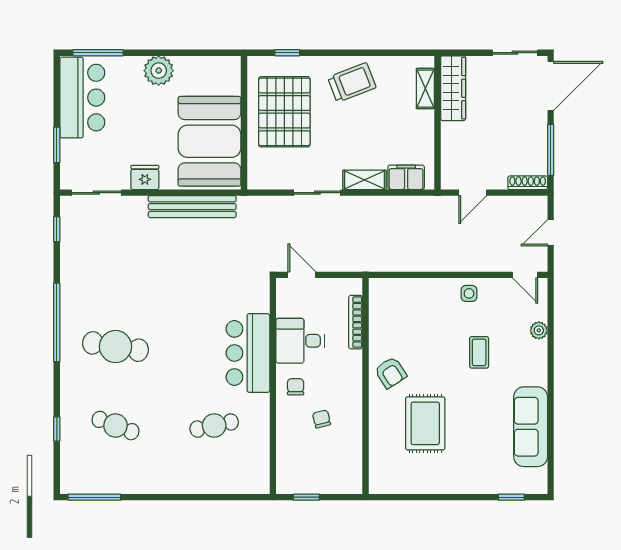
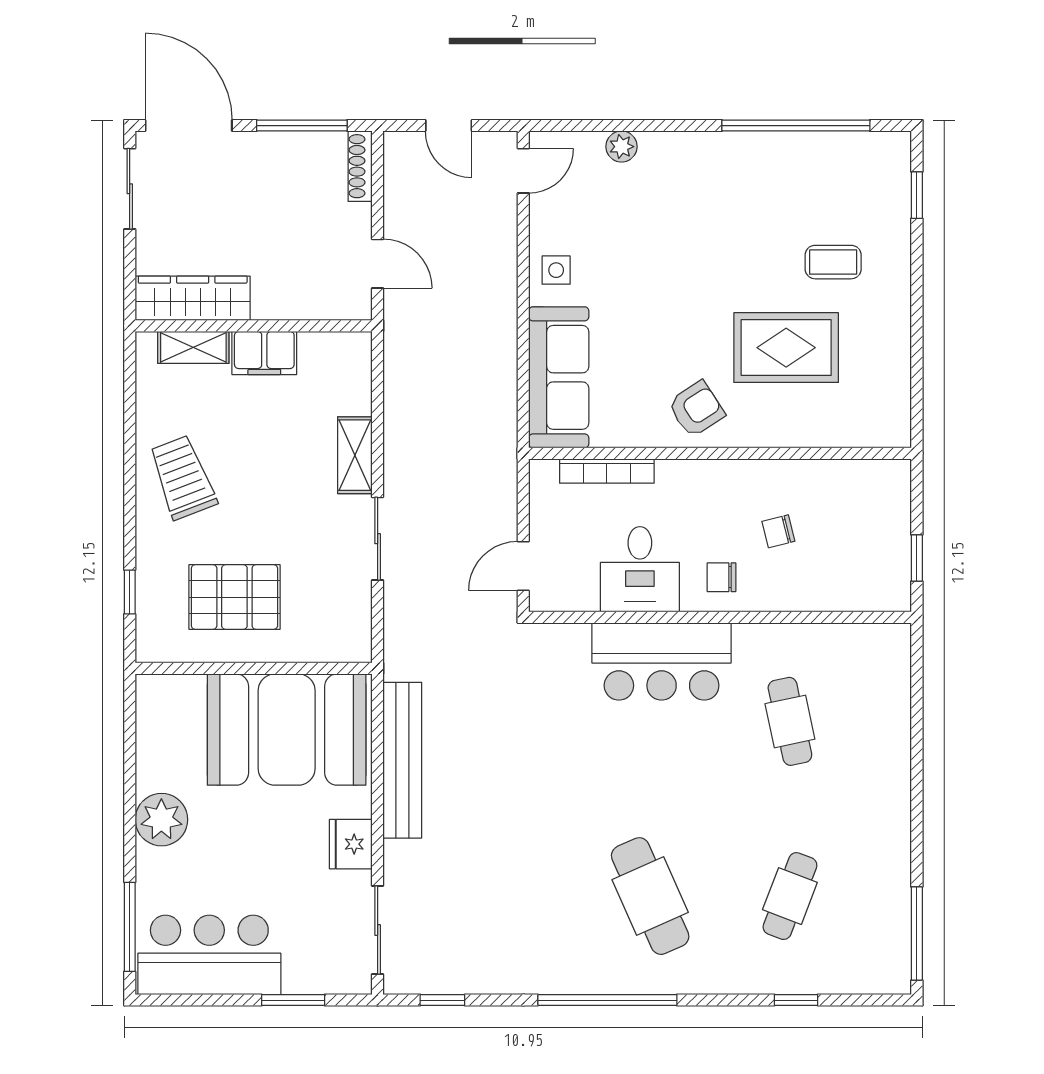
pallet: (284, 112) -> (234, 597), width x0.73, depth x0.71
filing cabinet: (406, 177) -> (264, 353), moved, turned -90
cafe table: (116, 347) -> (650, 896), turned -33
coffee table: (479, 352) -> (833, 262), moved
sofa: (531, 427) -> (559, 377), moved, turned -90
window: (551, 429) -> (796, 126), added

